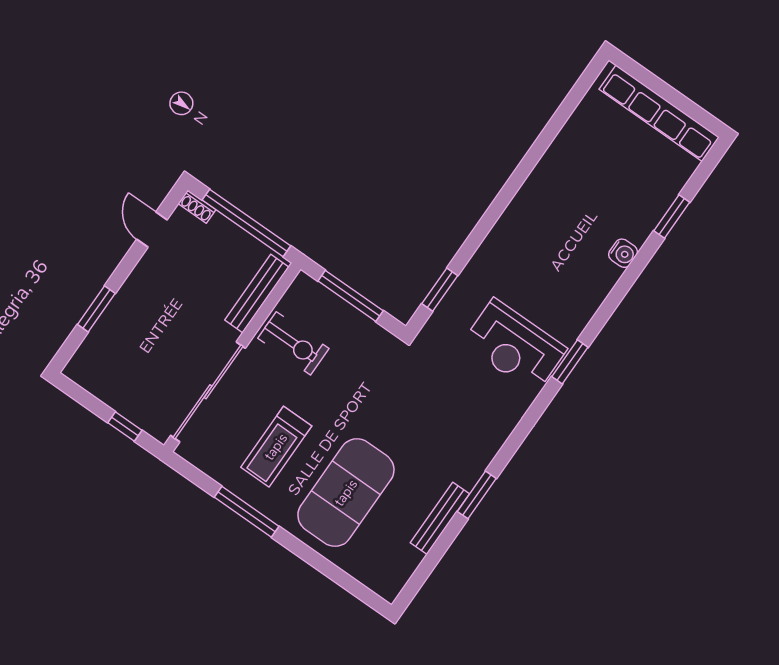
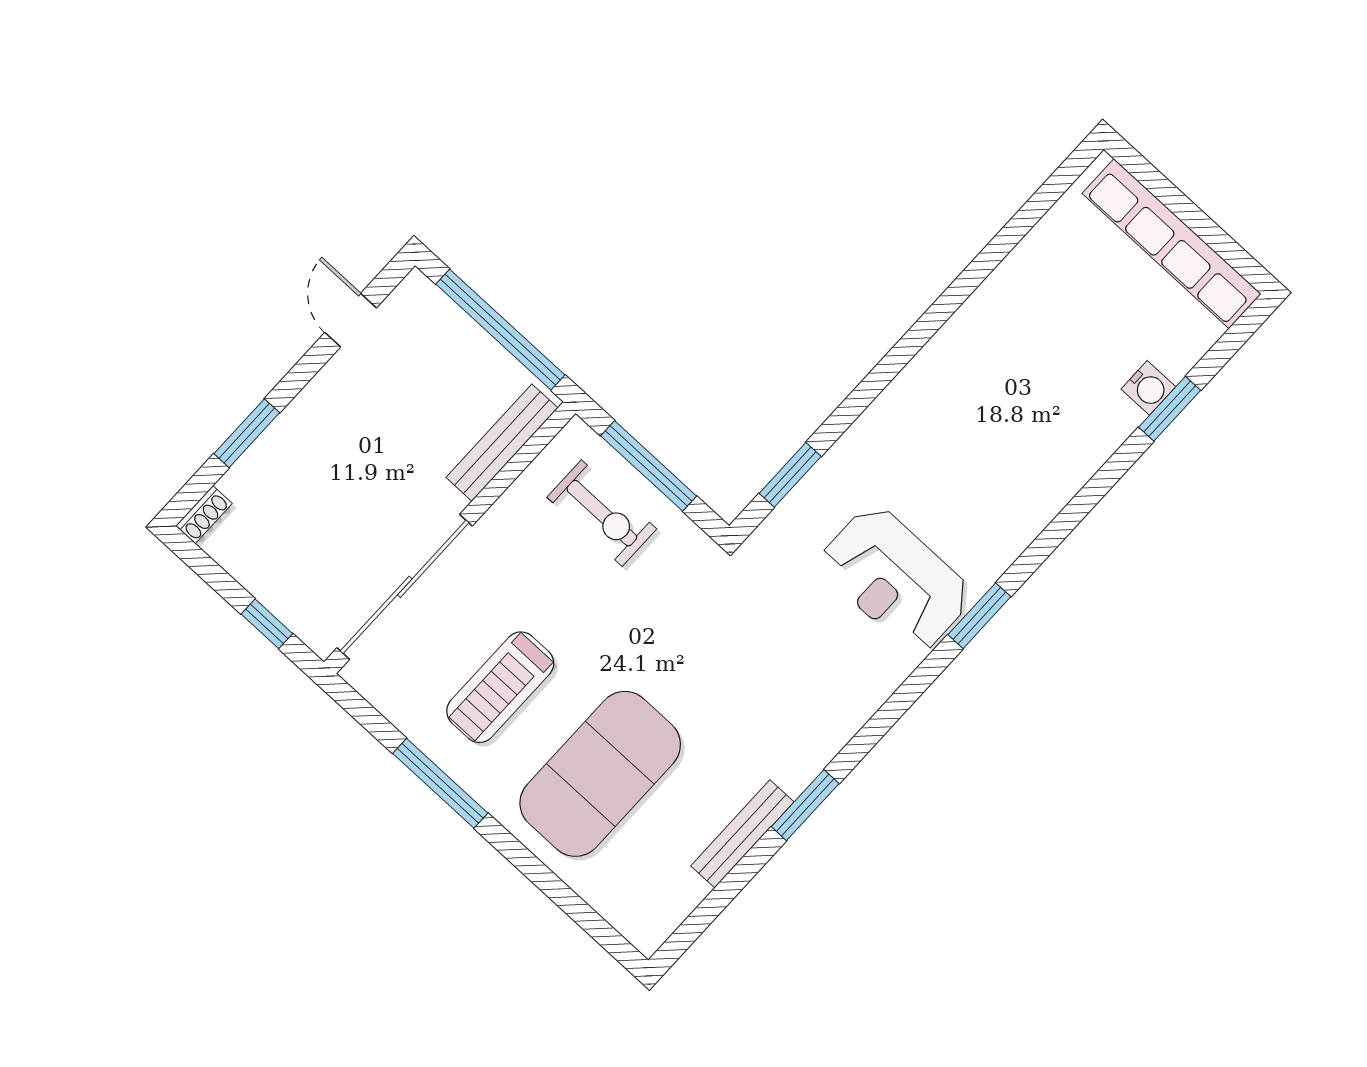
shoe rack: (197, 207) -> (204, 515), moved, turned -90
water cooler: (623, 253) -> (1148, 388), moved
exercise bike: (293, 343) -> (602, 513), moved

